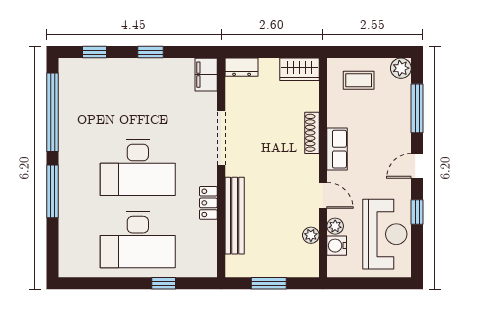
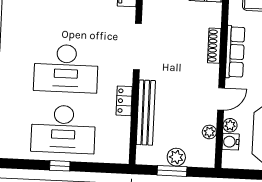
row of seats: (337, 149) -> (235, 52), width x1.48
door: (323, 195) -> (221, 99), hinge flipped
plant: (273, 267) -> (176, 157), added
window: (164, 283) -> (60, 166), moved

